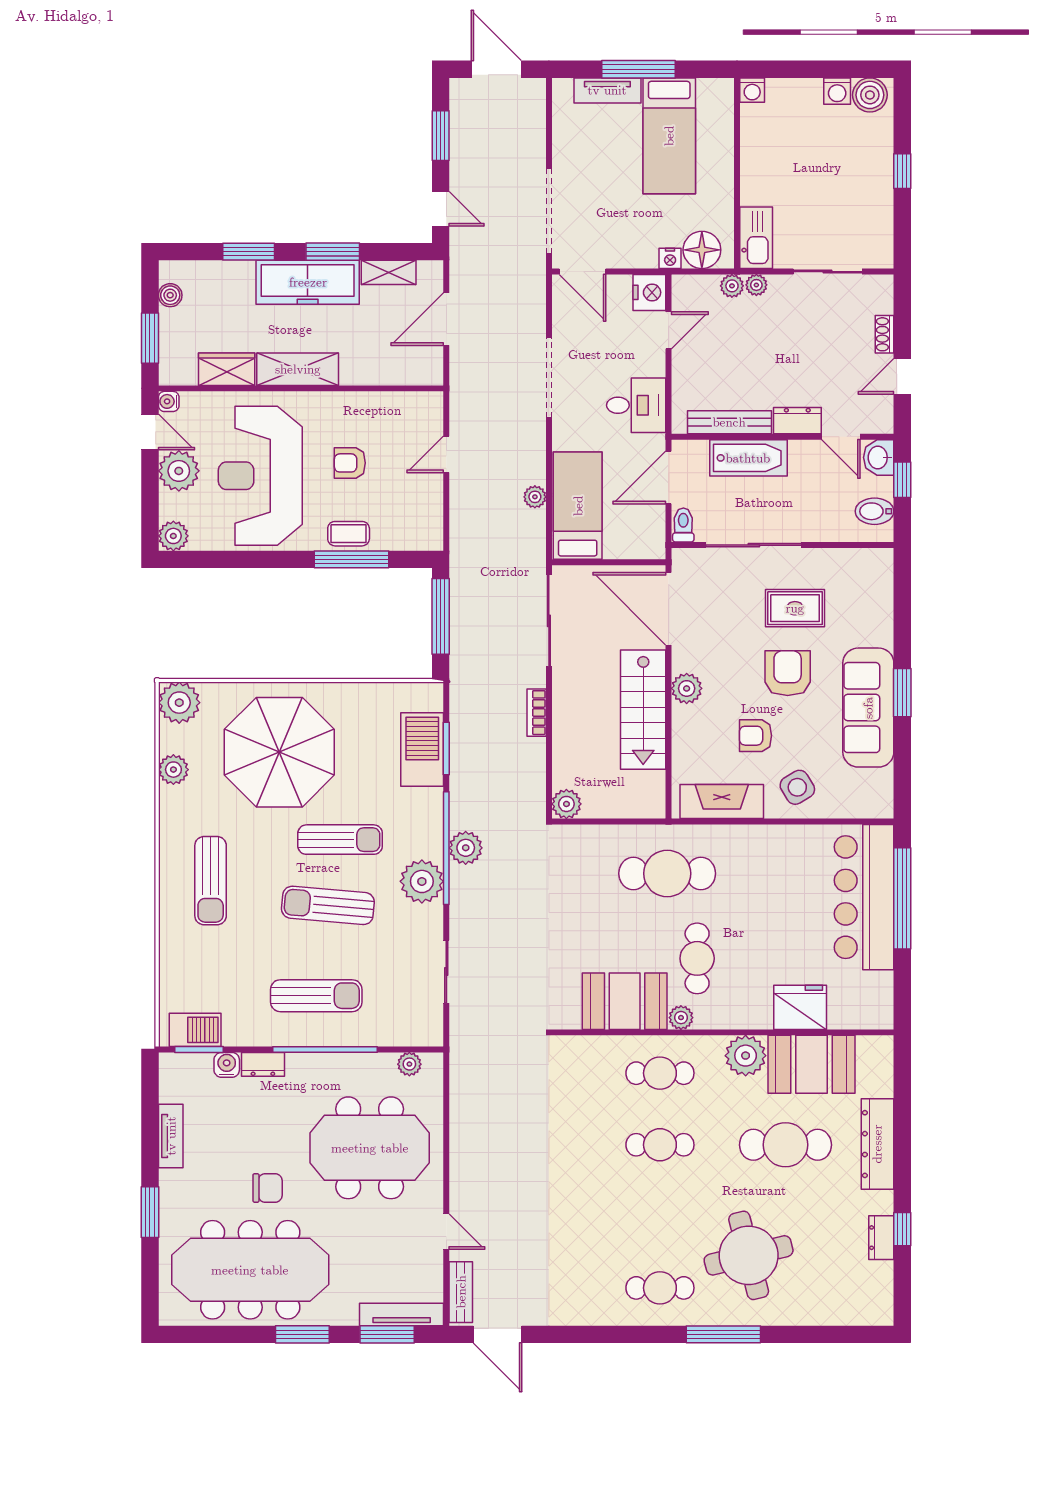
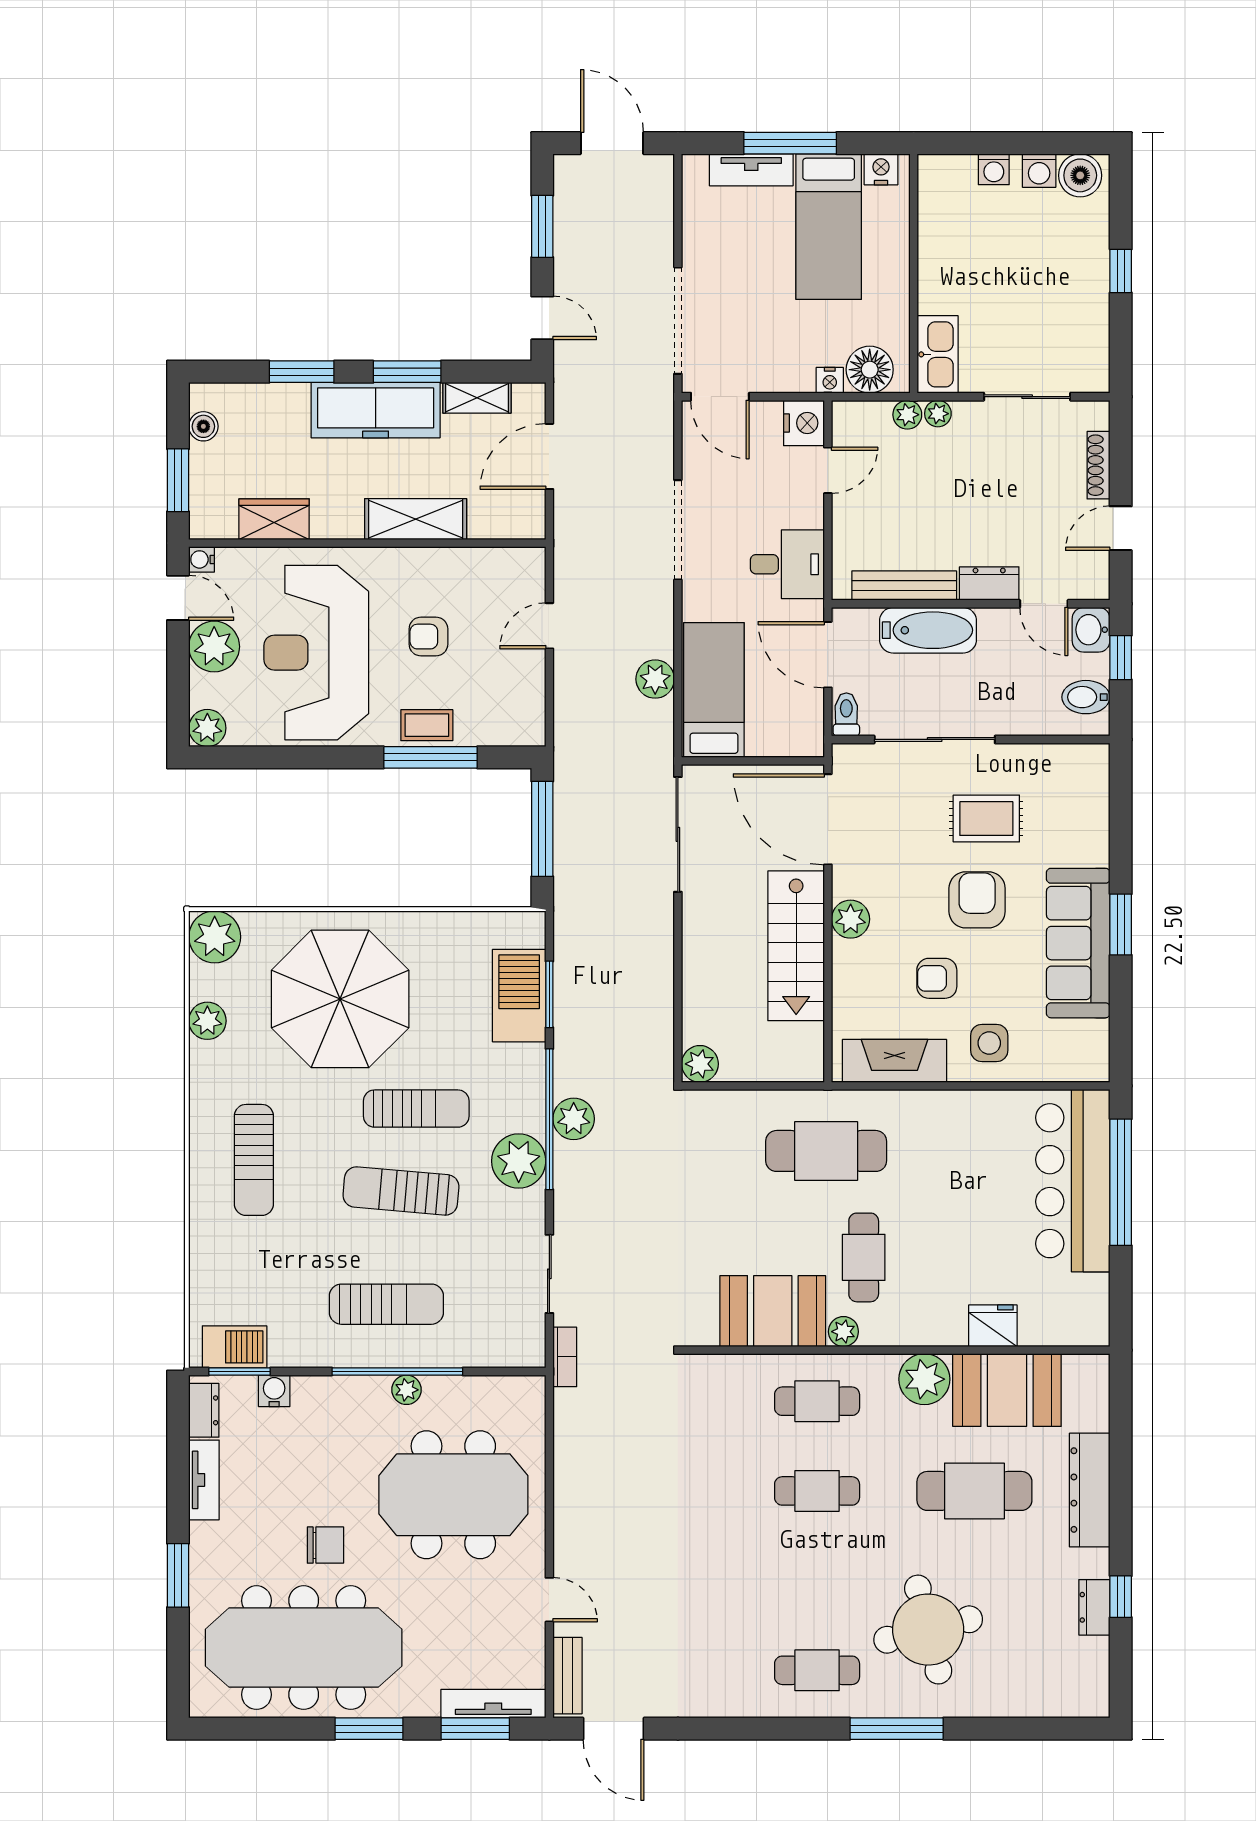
nightstand: (711, 90) -> (881, 169), added
washing machine: (752, 90) -> (994, 169), moved
shoe rack: (885, 334) -> (1099, 465), width x1.43
shelving: (298, 369) -> (416, 519), moved
door: (669, 477) -> (828, 655), hinge flipped
plant: (535, 497) -> (655, 679), width x1.38, depth x1.38
bookcase: (537, 713) -> (565, 1357), moved, turned 180
side table: (797, 787) -> (989, 1043), turned 31
fridge: (800, 1007) -> (993, 1326), width x0.73, depth x0.75
dresser: (263, 1064) -> (204, 1410), moved, turned -90
plant: (409, 1064) -> (407, 1390), moved

